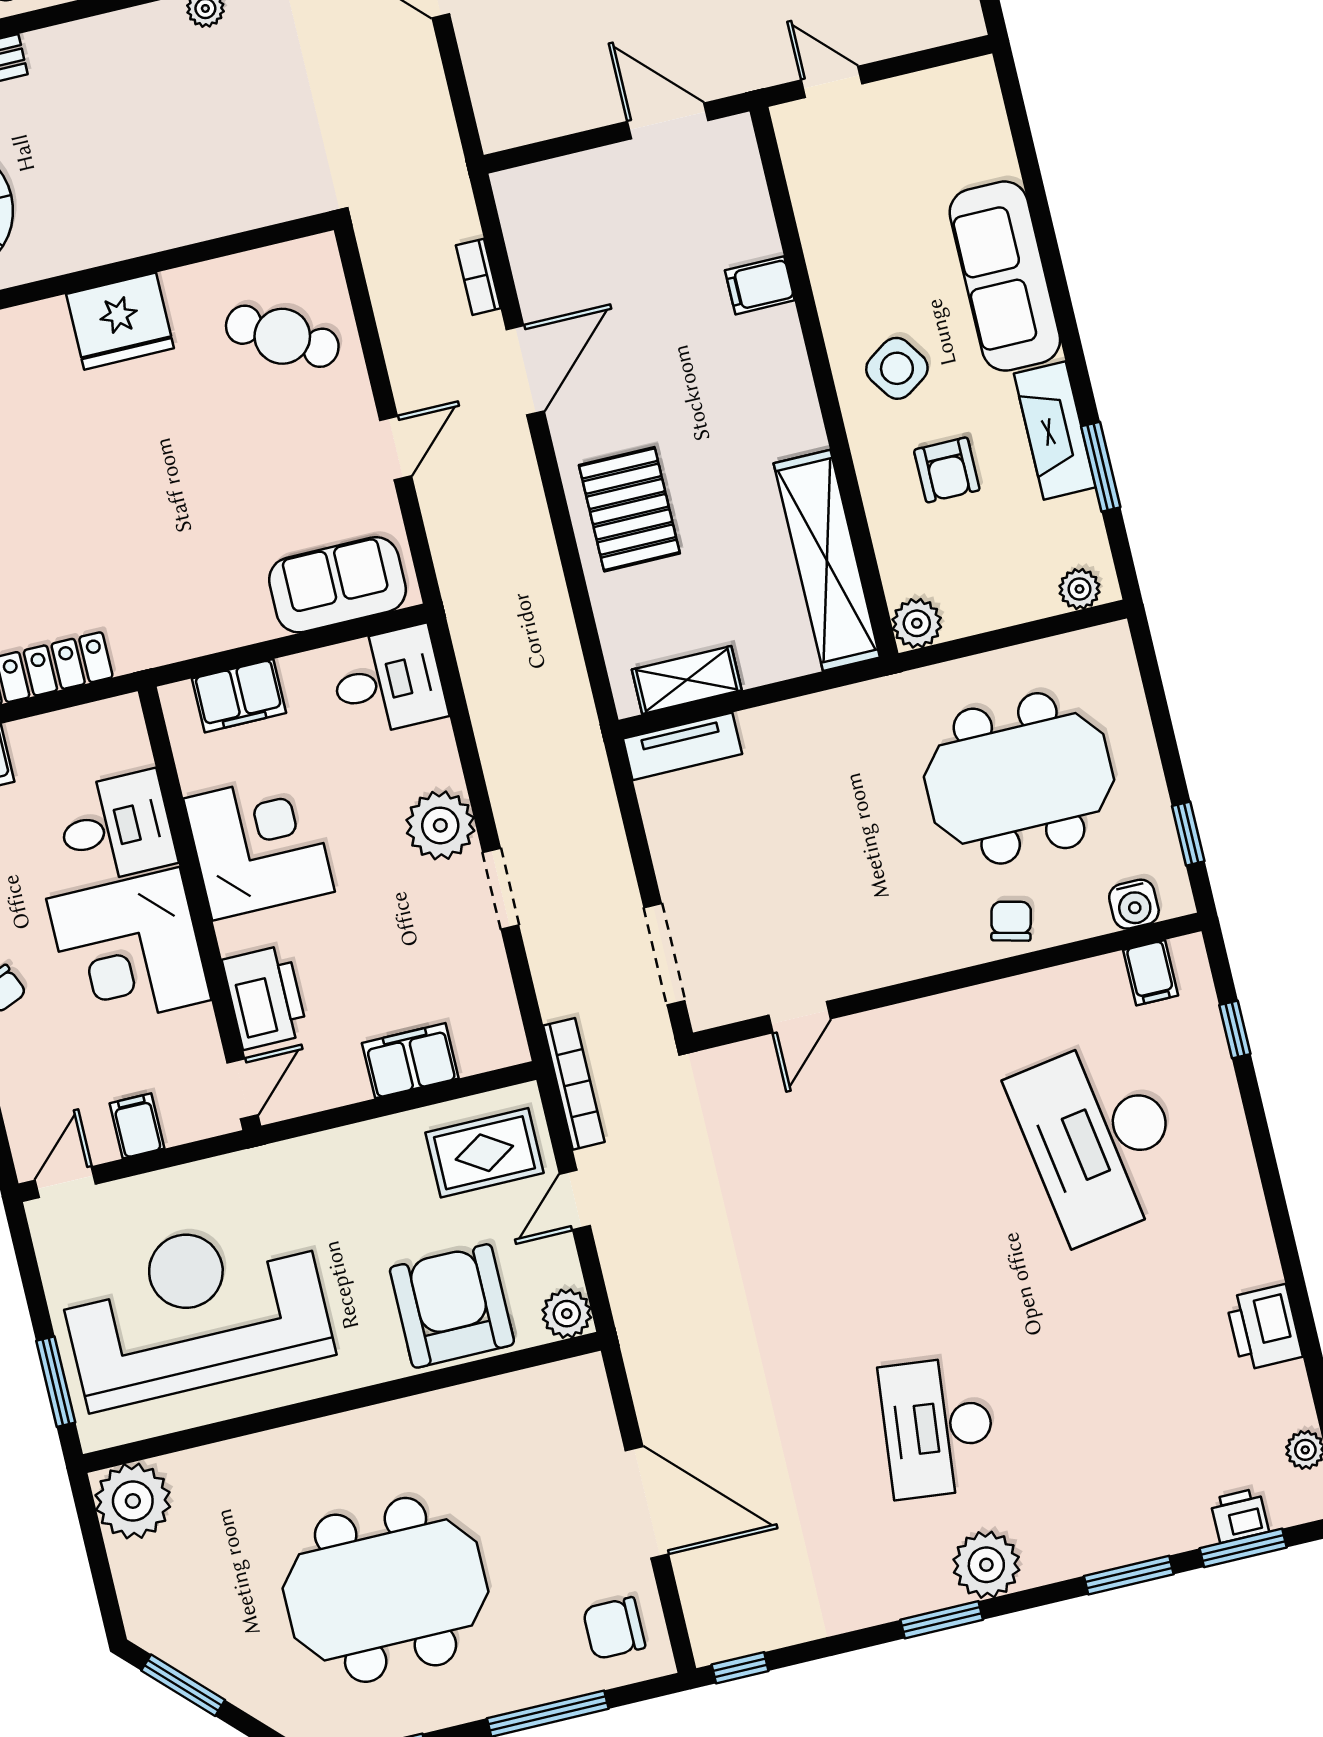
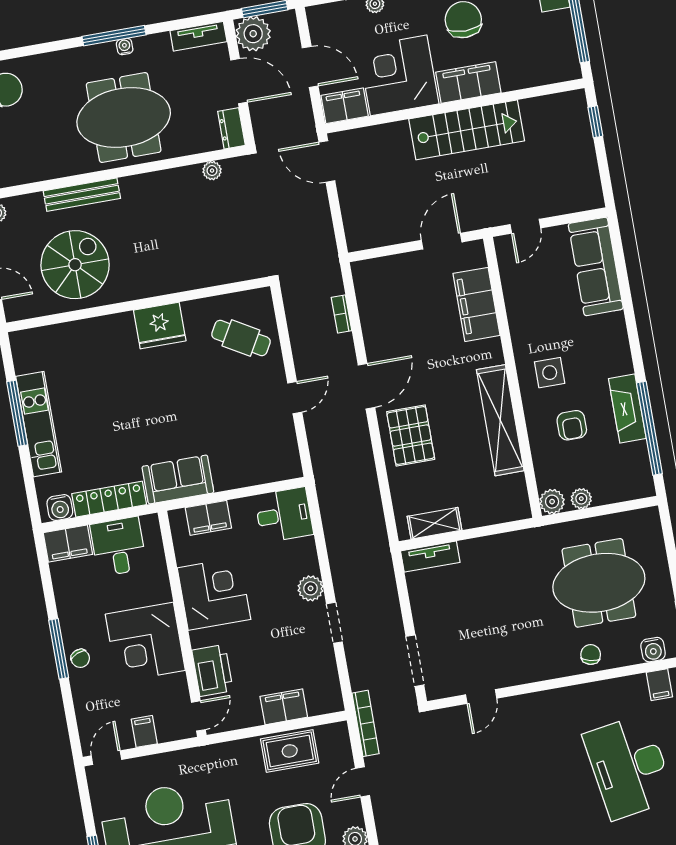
door: (832, 82) -> (525, 226), swing flipped
door: (668, 121) -> (442, 241), hinge flipped
sofa: (1005, 276) -> (596, 266), moved
filing cabinet: (760, 285) -> (477, 304), width x3.00, depth x1.17
side table: (897, 368) -> (550, 373), turned 34
door: (525, 370) -> (367, 386), moved
window: (1101, 467) -> (649, 428), width x2.11
shelving: (827, 560) -> (500, 420), moved
sofa: (337, 585) -> (178, 480), moved
plant: (1080, 589) -> (581, 499), moved
plant: (440, 825) -> (311, 588), width x0.73, depth x0.73
desk: (116, 827) -> (118, 547), moved, turned -90
rug: (484, 1153) -> (290, 751), moved

